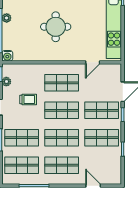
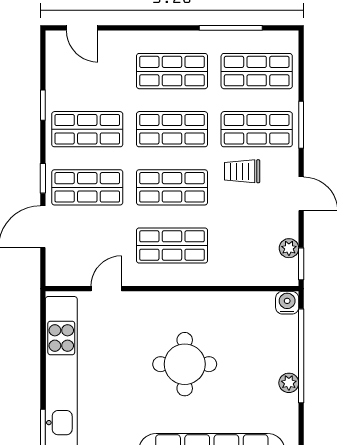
trolley: (28, 100) -> (242, 171), moved
door: (93, 186) -> (82, 28), moved

